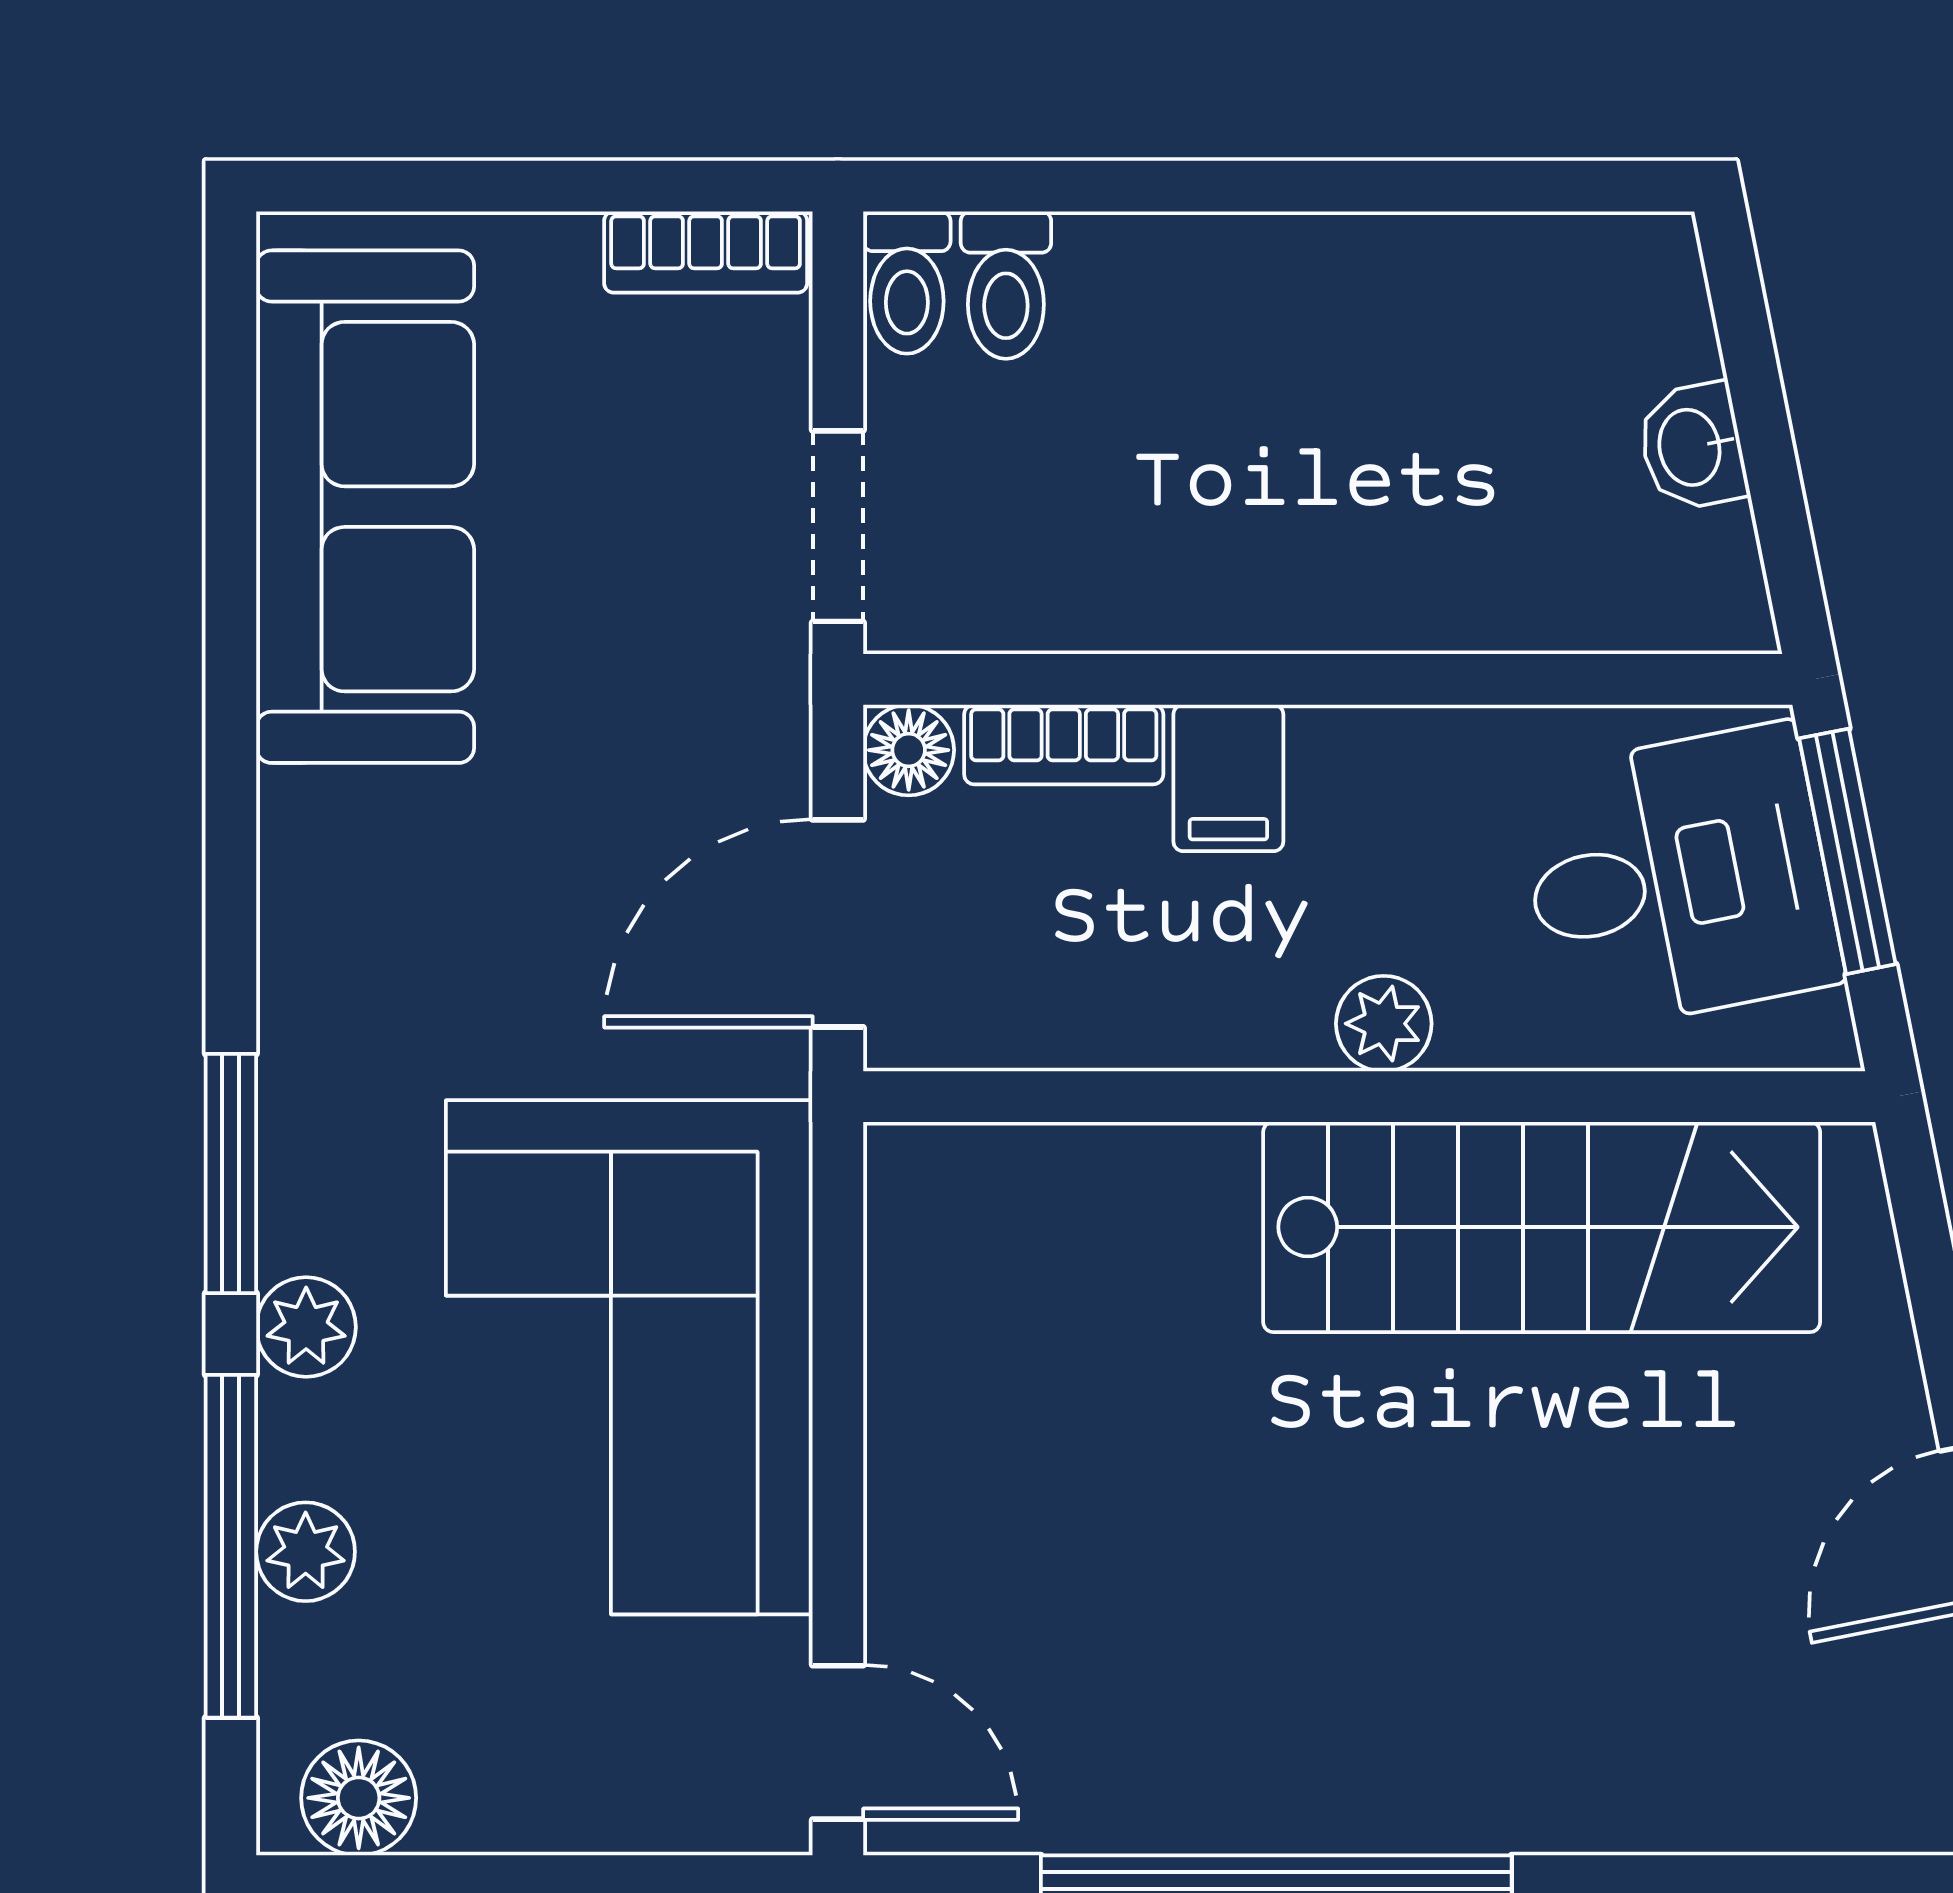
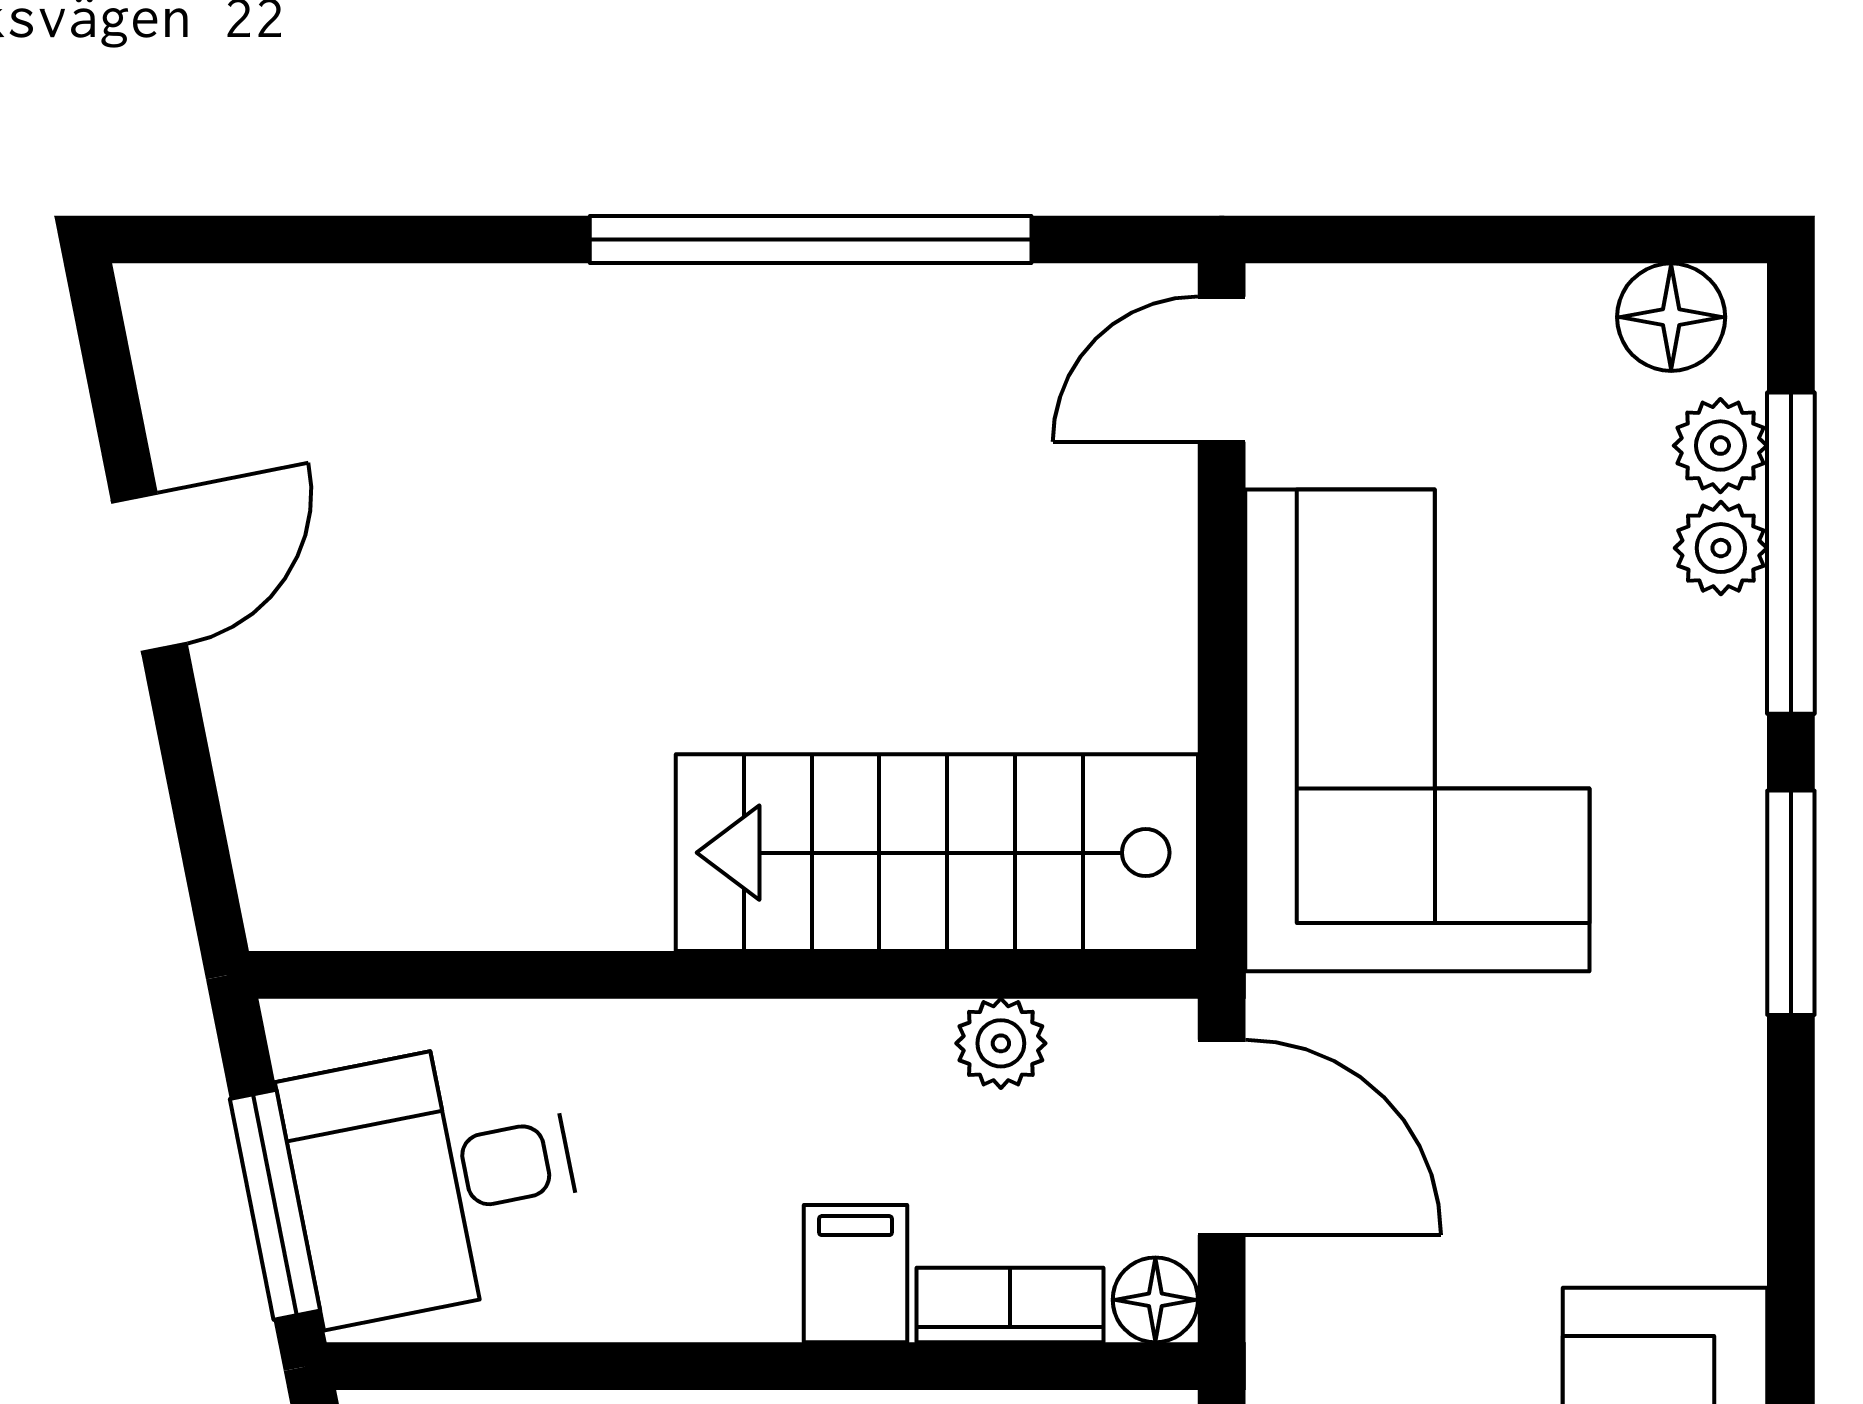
door: (838, 923) -> (1222, 1137), hinge flipped
plant: (1384, 1024) -> (1001, 1043), moved
stairs: (1542, 1227) -> (937, 853), moved
plant: (306, 1327) -> (1720, 446), moved
door: (838, 1742) -> (1222, 369), hinge flipped

